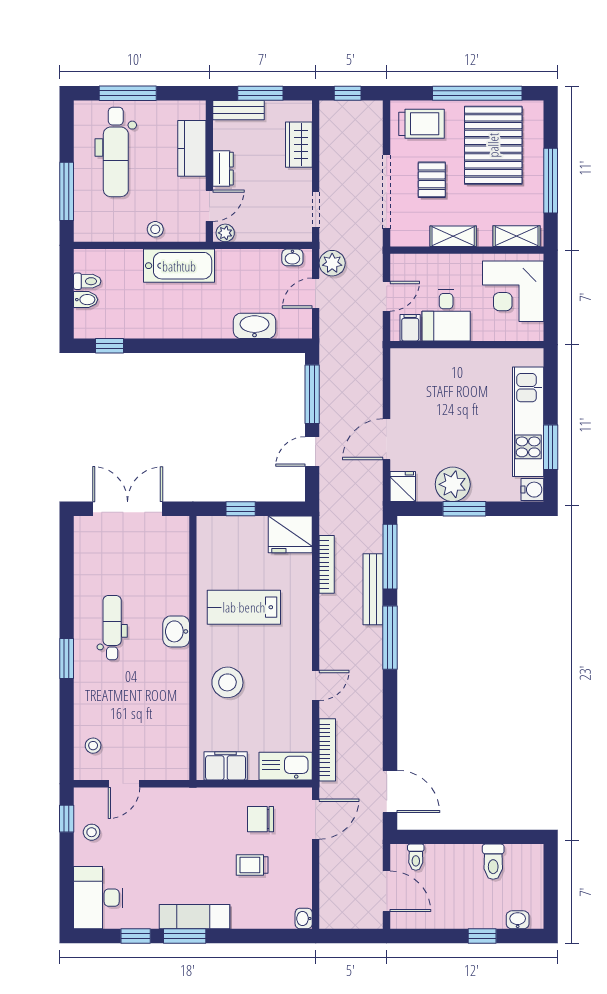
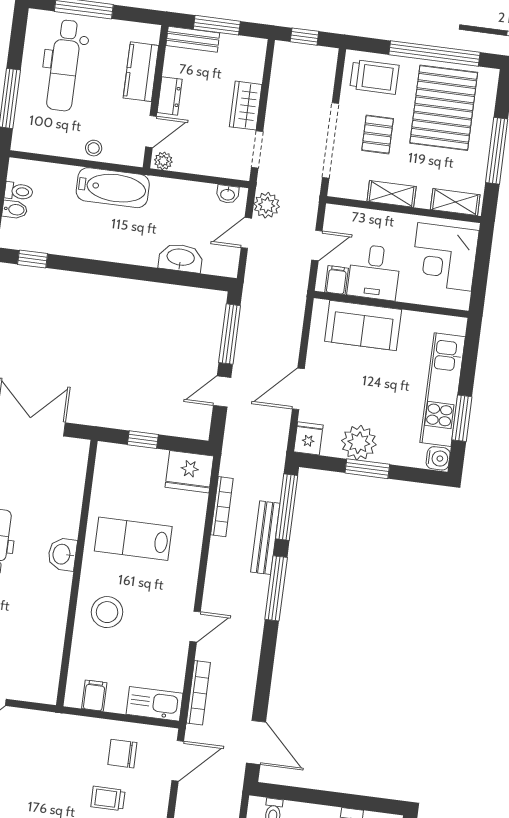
wardrobe: (299, 145) -> (246, 106), moved
sofa: (442, 369) -> (363, 325), added
filing cabinet: (226, 766) -> (94, 696), width x0.50

